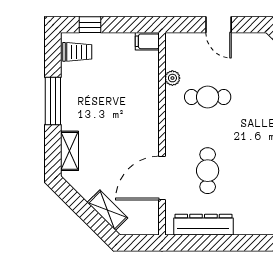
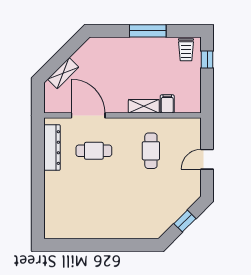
filing cabinet: (147, 41) -> (167, 104), moved
plant: (172, 78) -> (166, 124), removed
shelving: (69, 151) -> (144, 106), moved

